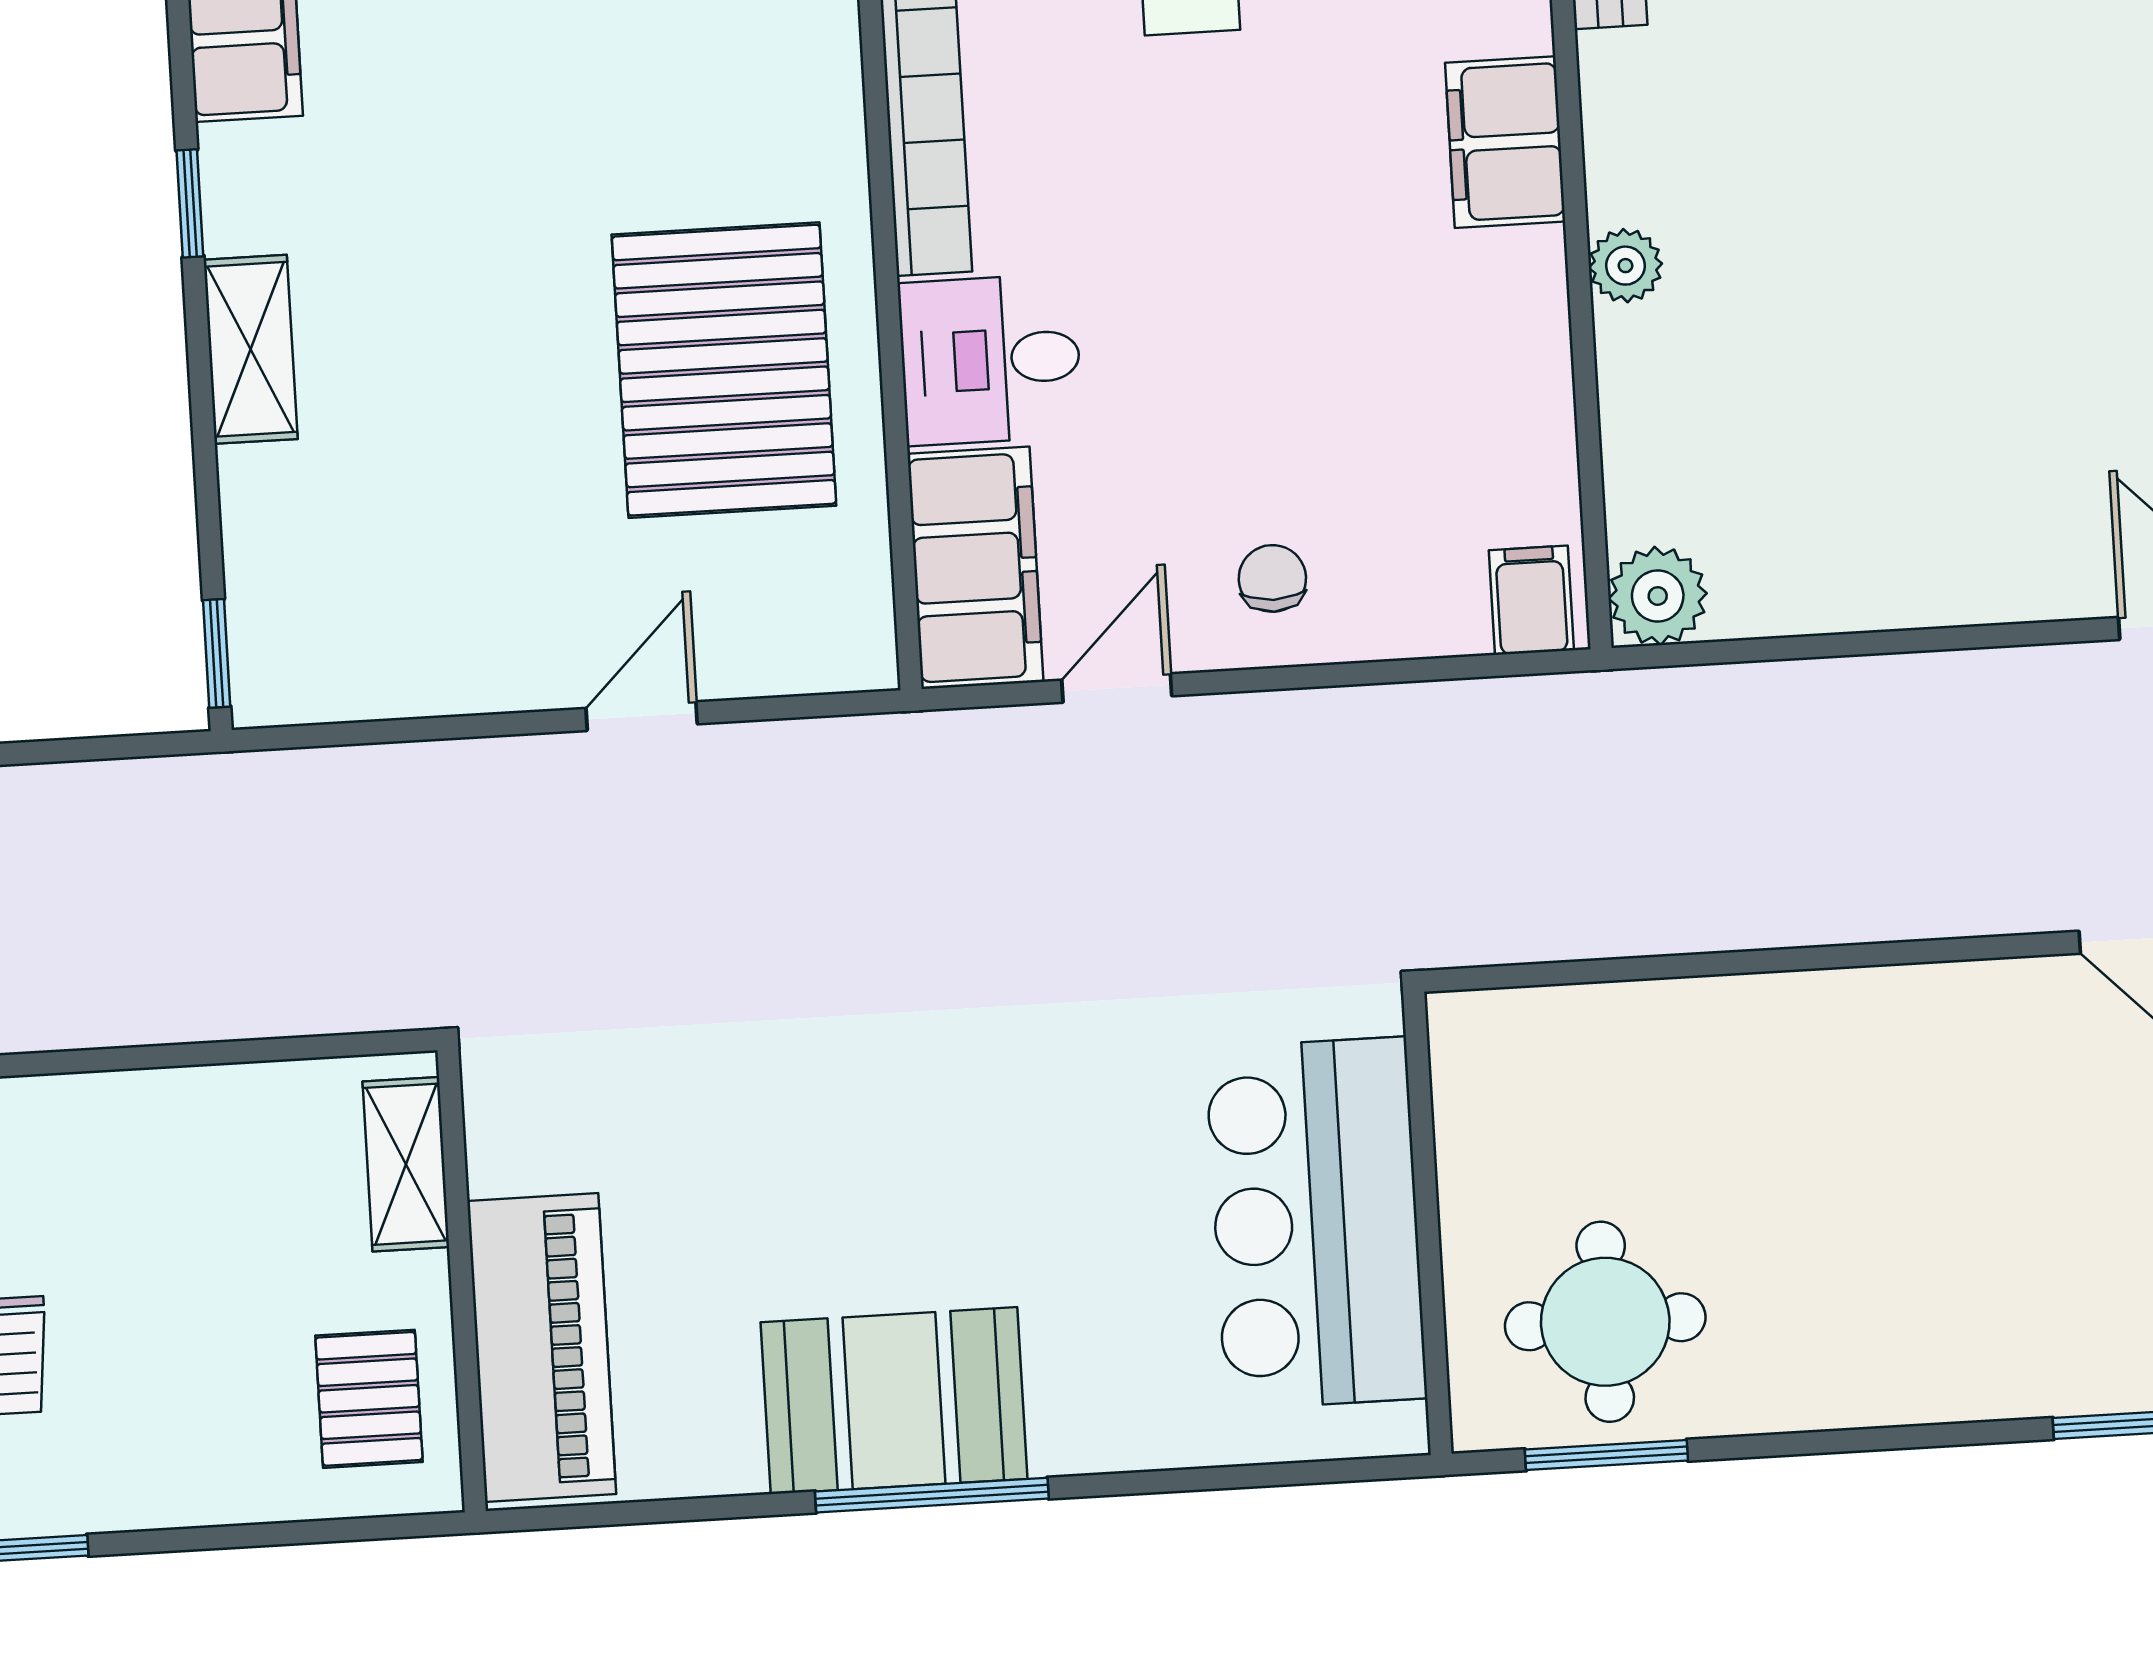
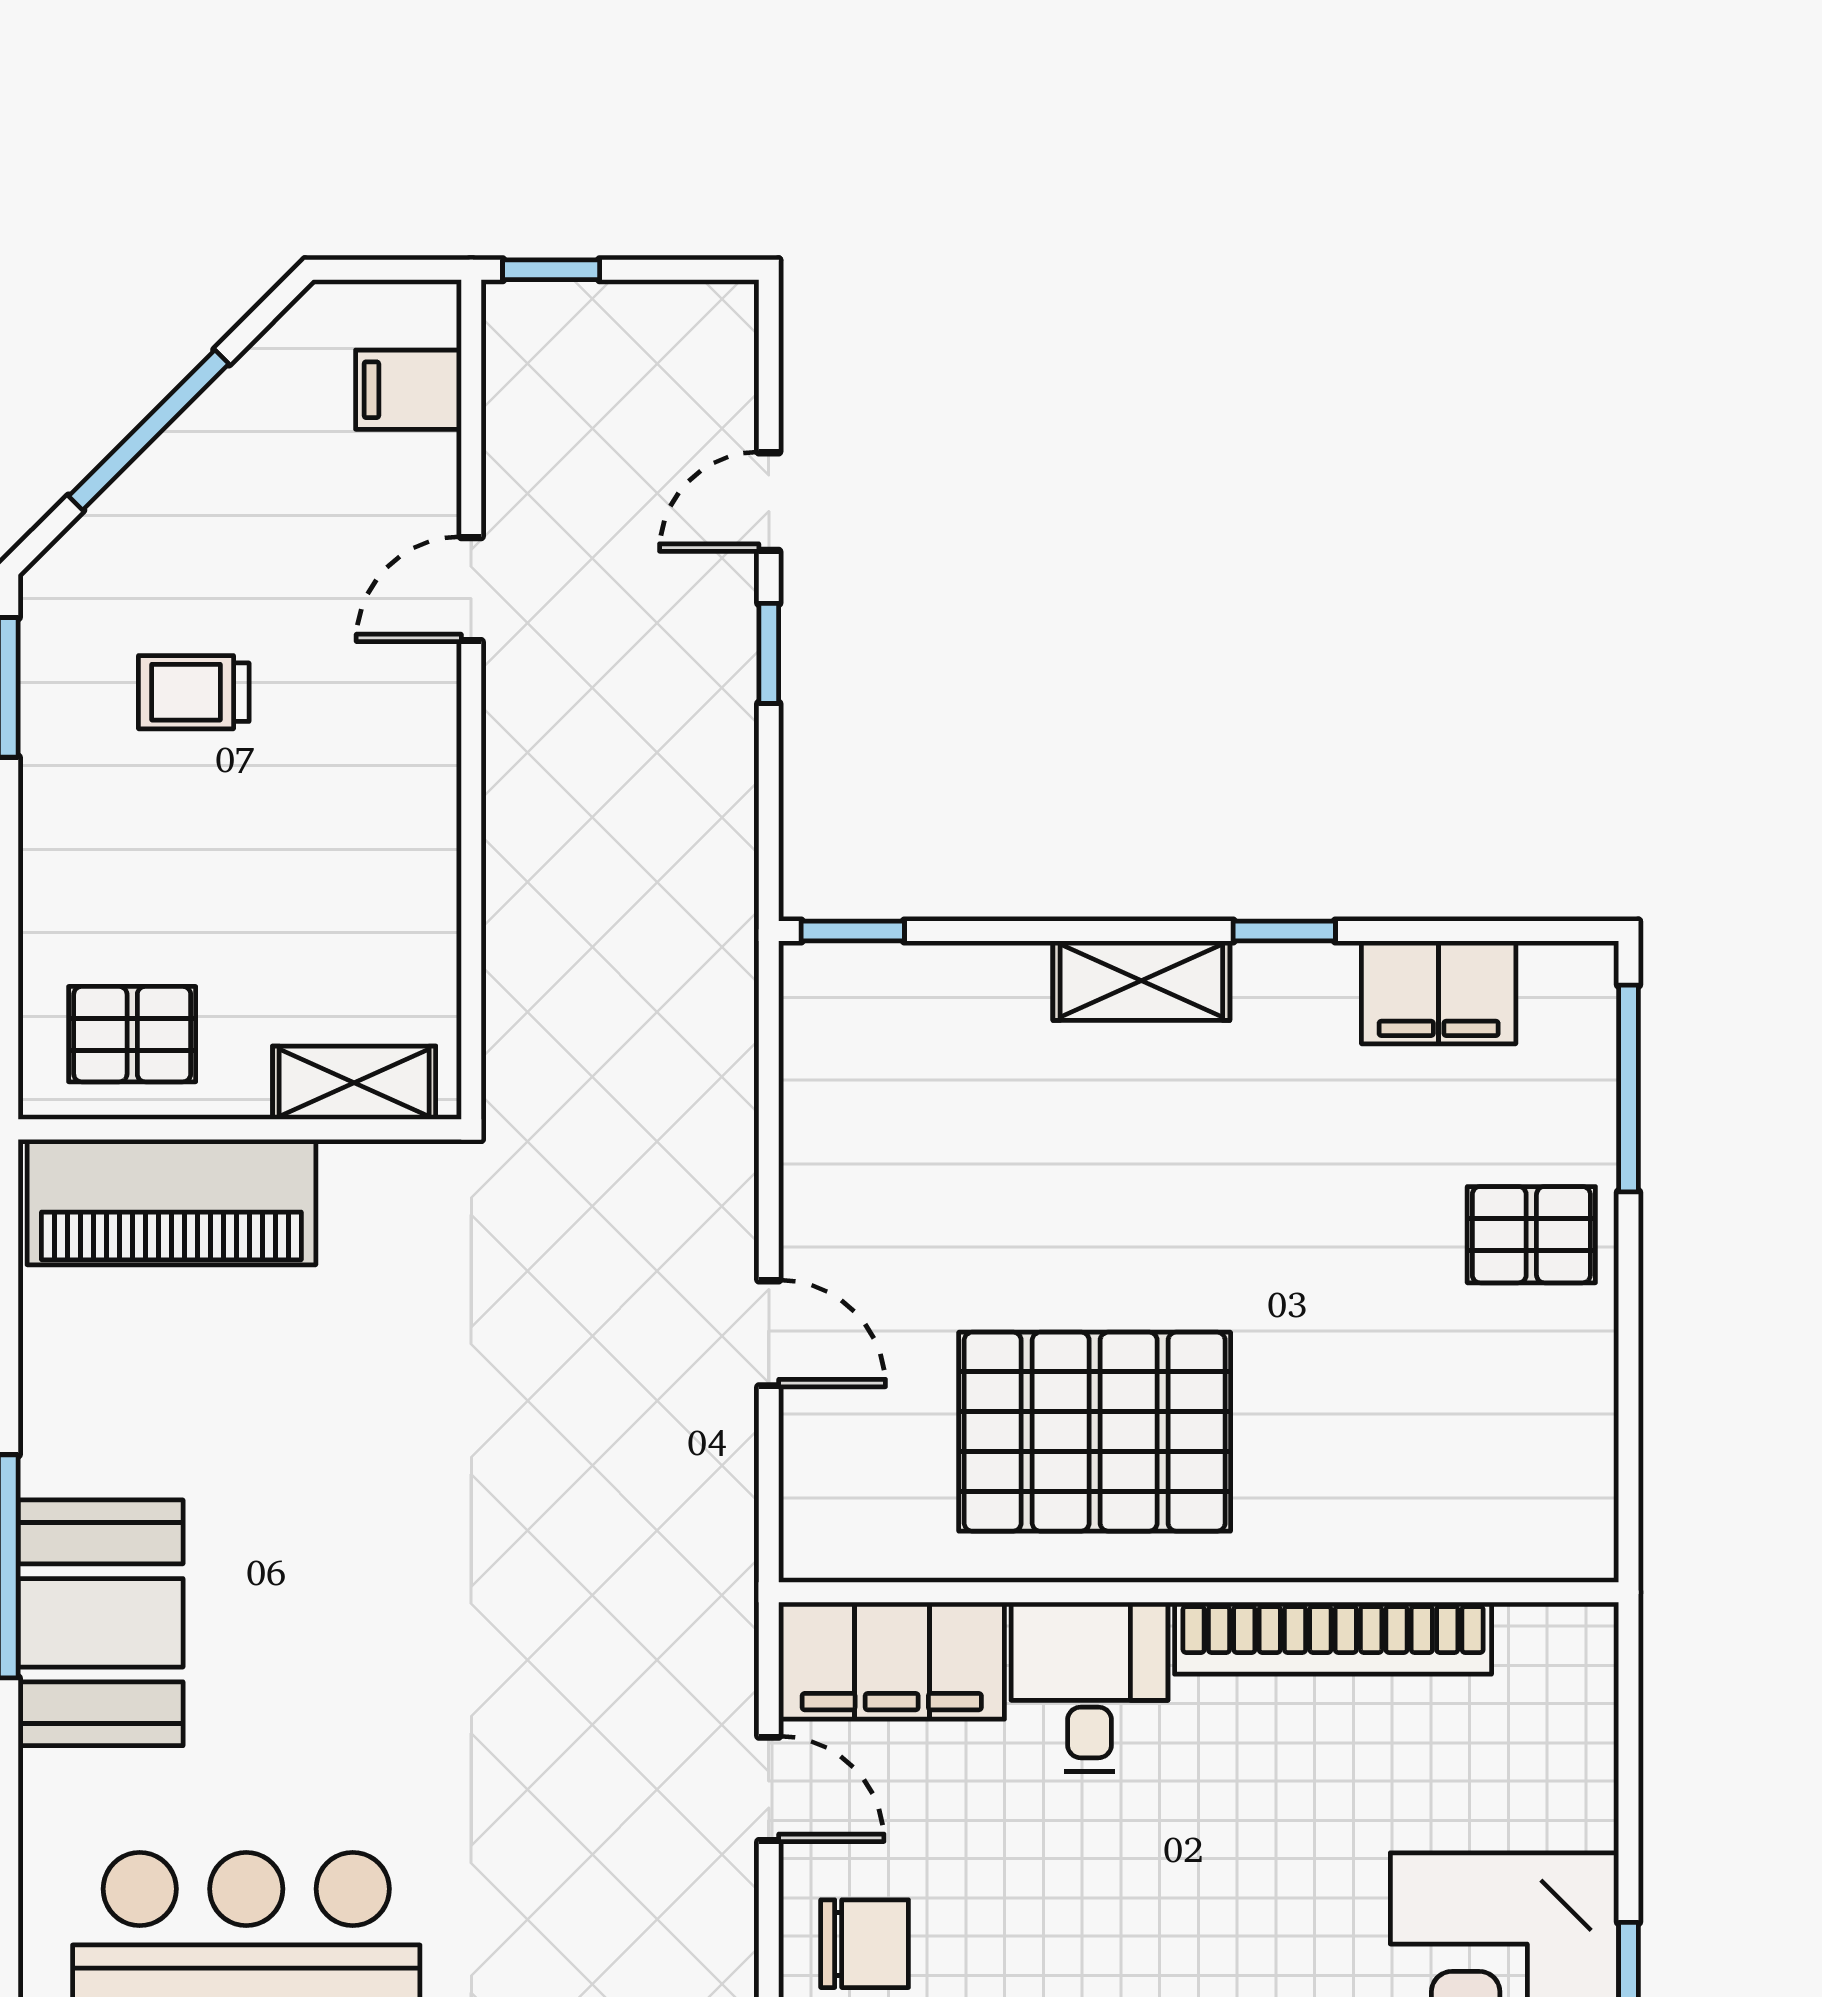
chair: (1272, 578) -> (865, 1944), width x1.37, depth x1.37
booth: (894, 1401) -> (101, 1623), moved

